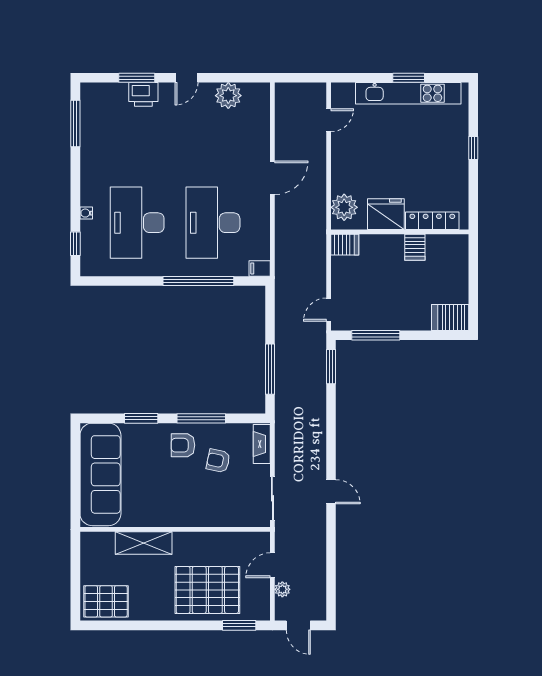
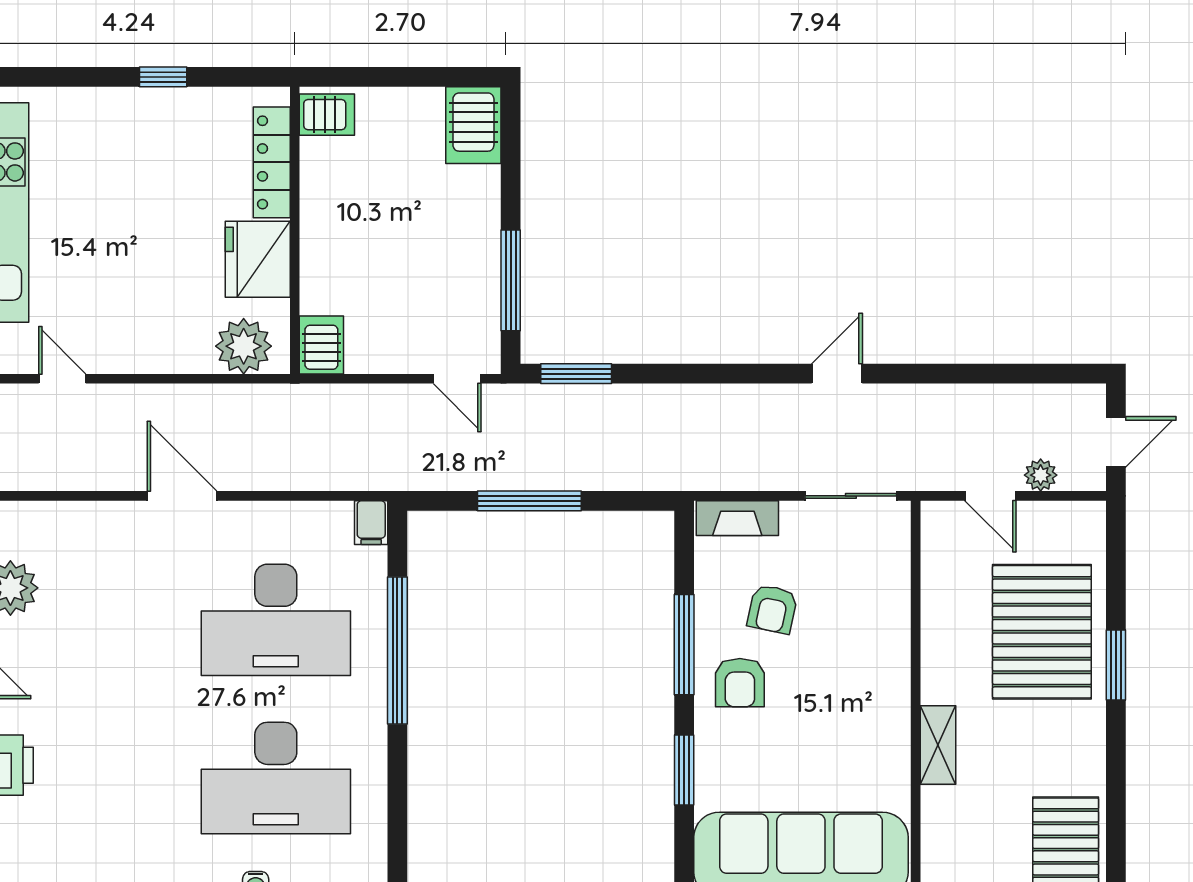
window: (473, 148) -> (163, 77), moved
server rack: (415, 247) -> (327, 115), moved
window: (270, 369) -> (529, 501), moved
shelving: (144, 543) -> (938, 745), width x0.67, depth x0.75
window: (239, 625) -> (1116, 665), moved

